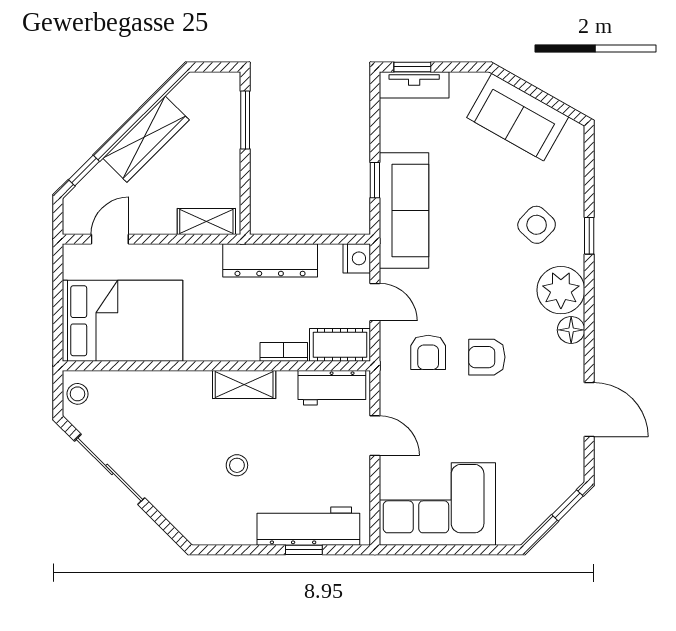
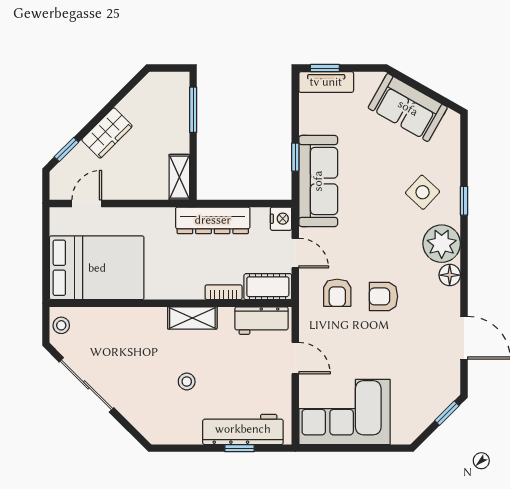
wardrobe: (146, 139) -> (107, 133), width x0.67
shelving: (206, 221) -> (179, 177), moved, turned 90

